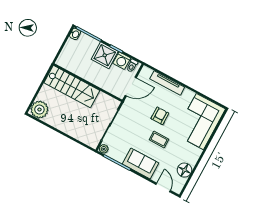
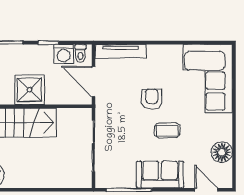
shower: (105, 55) -> (30, 90), moved
tv unit: (167, 83) -> (121, 51), moved
door: (131, 87) -> (93, 81), swing flipped
plant: (104, 149) -> (102, 181), removed

